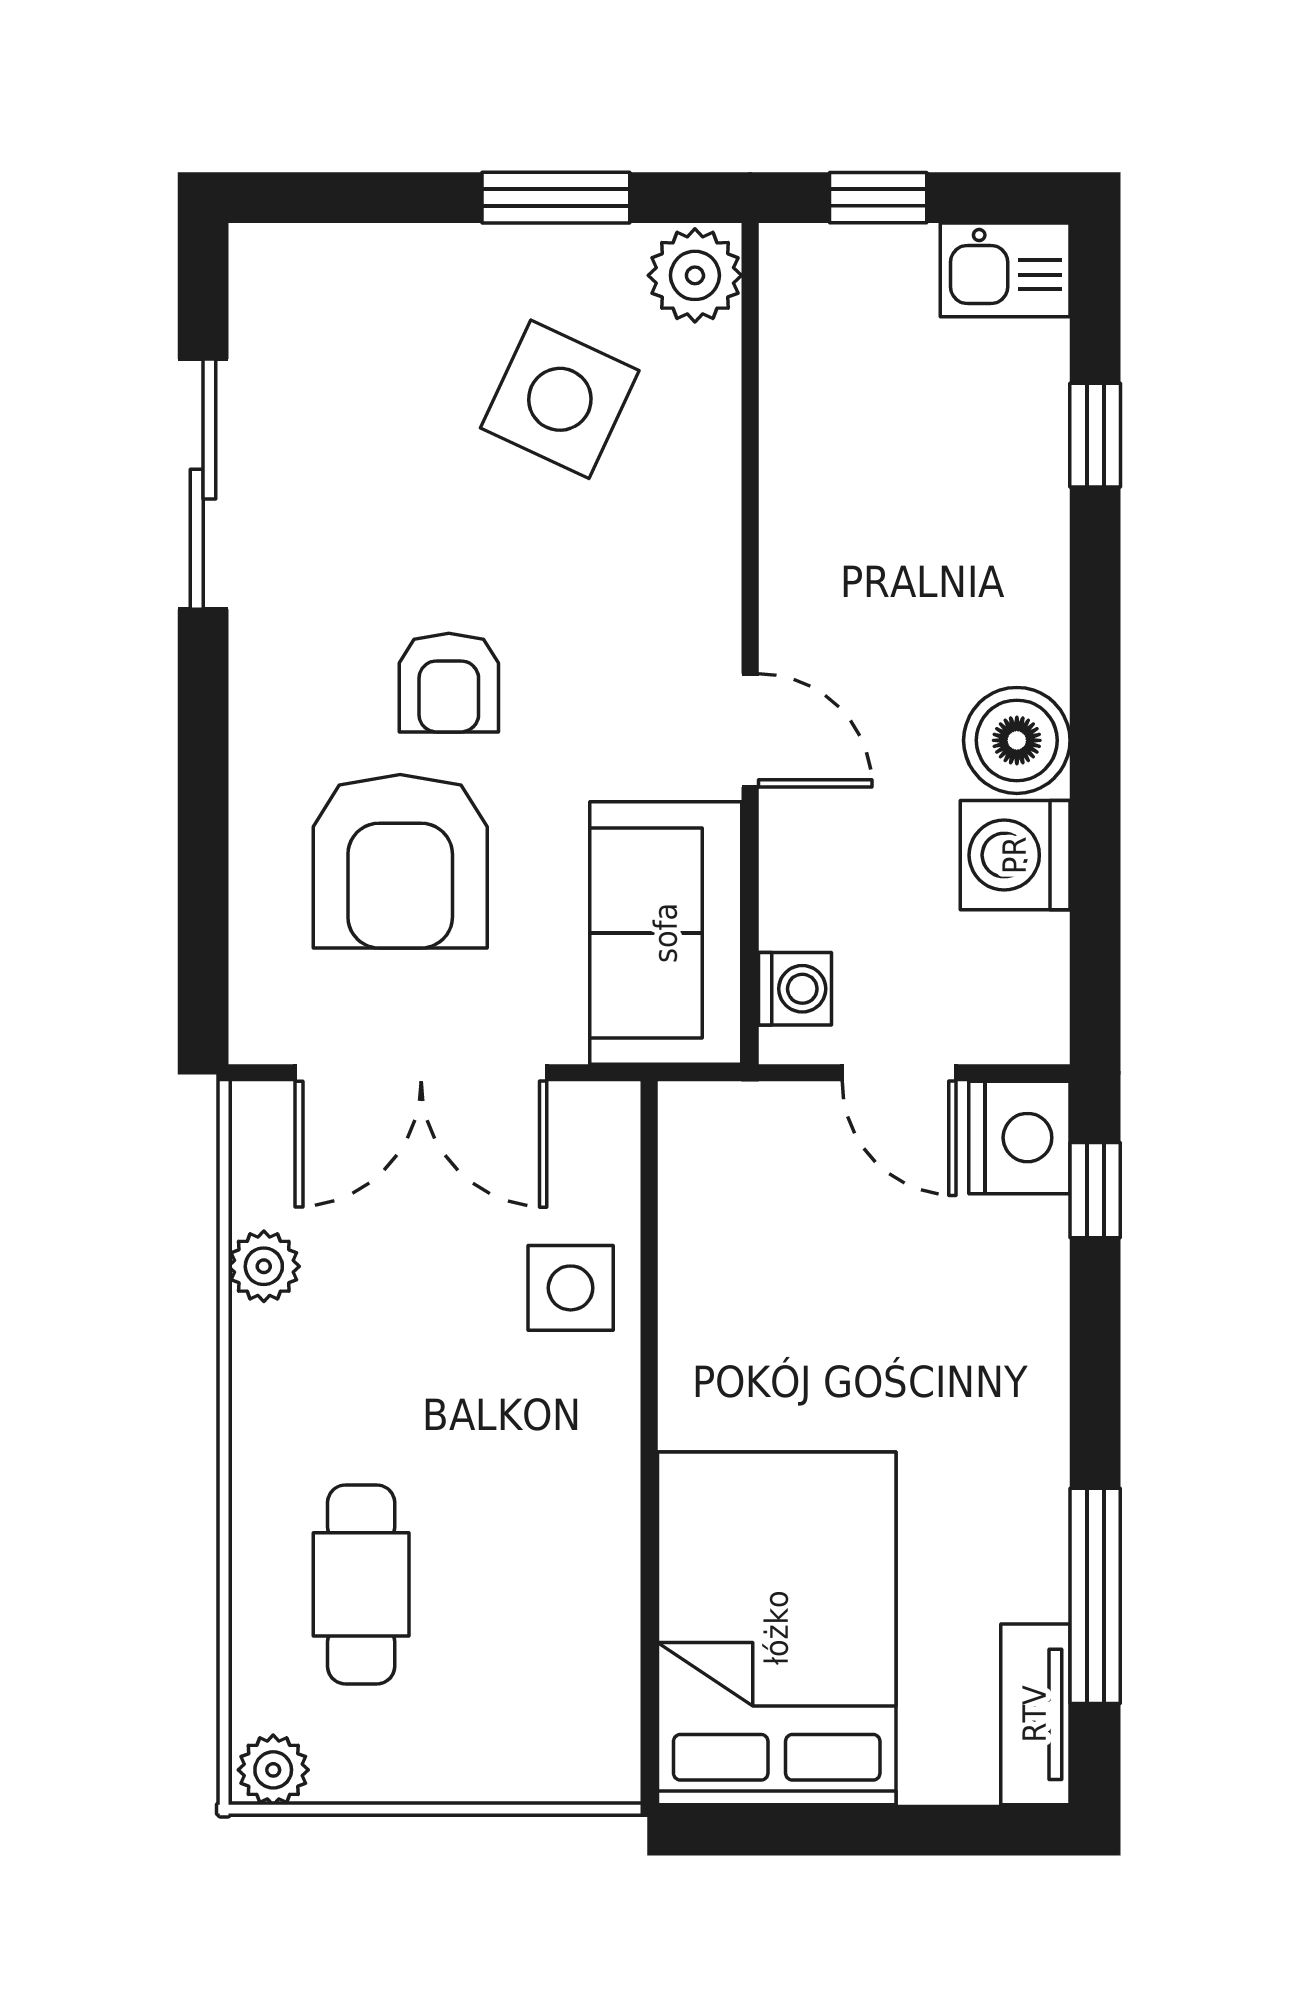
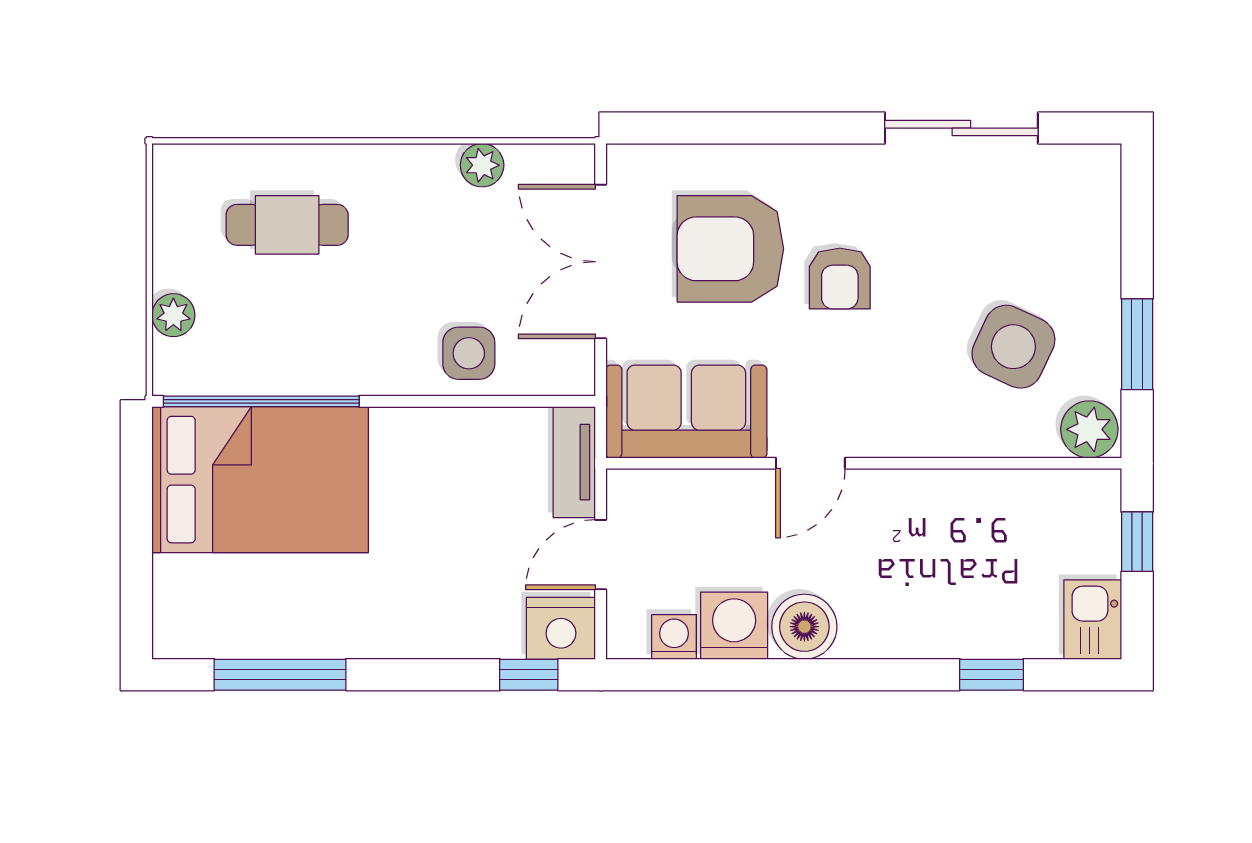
armchair: (449, 683) -> (840, 279), turned -90
washing machine: (795, 989) -> (674, 637), moved, turned 180
window: (649, 1627) -> (261, 401), added
tv unit: (1035, 1714) -> (574, 462), moved, turned -90
plant: (273, 1770) -> (173, 315), moved

